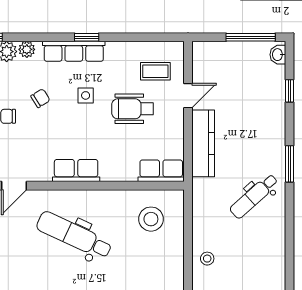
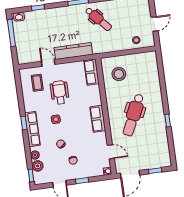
wheelchair: (133, 109) -> (60, 92), turned 180

